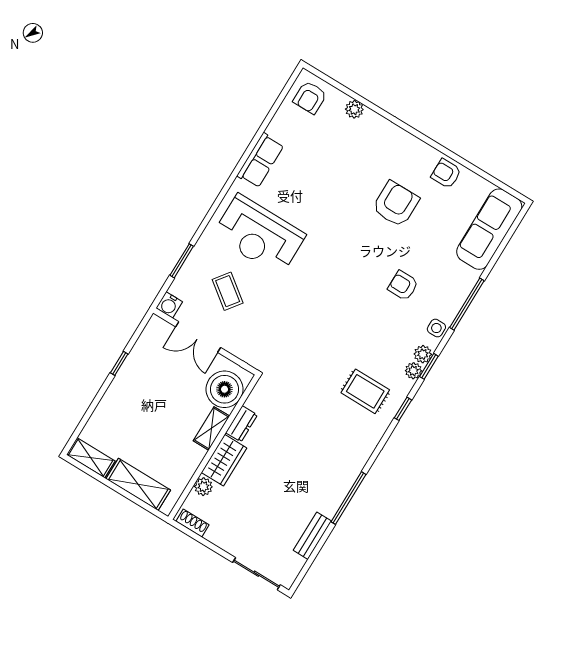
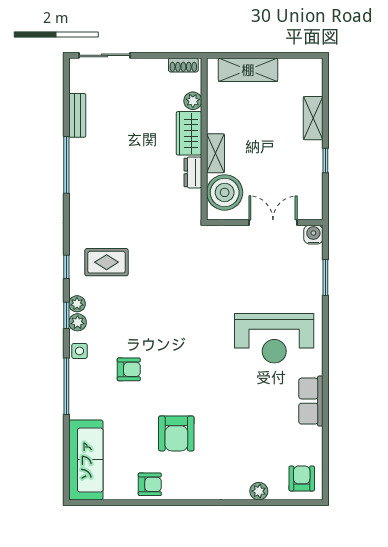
reception desk: (259, 235) -> (274, 338), turned 180
coffee table: (228, 291) -> (272, 276), removed
shelving: (91, 458) -> (313, 118), moved, turned 90

